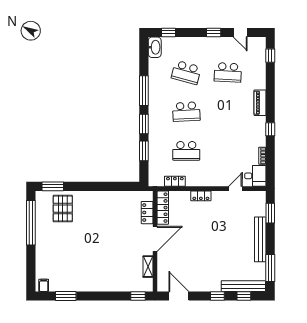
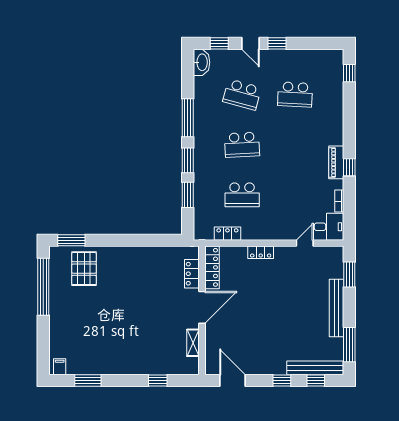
door: (240, 32) -> (250, 43), moved
piano: (260, 103) -> (336, 162), moved
window: (138, 296) -> (158, 381), moved

